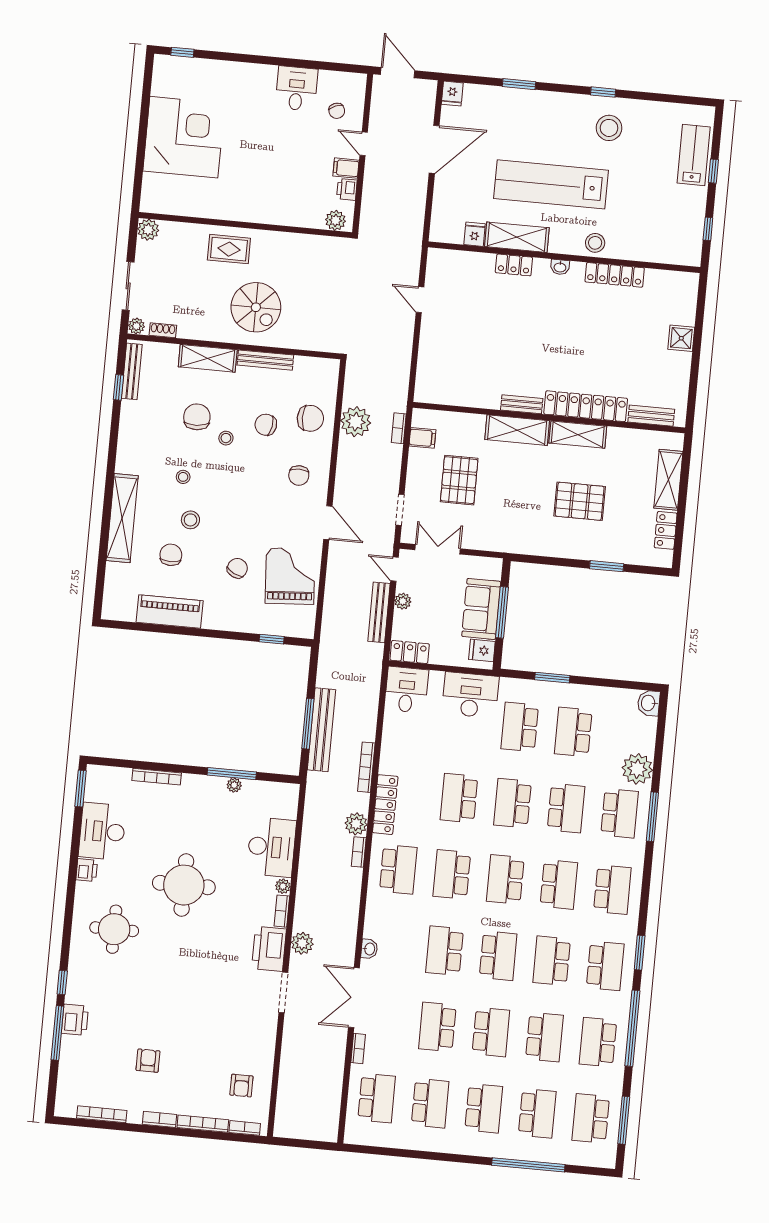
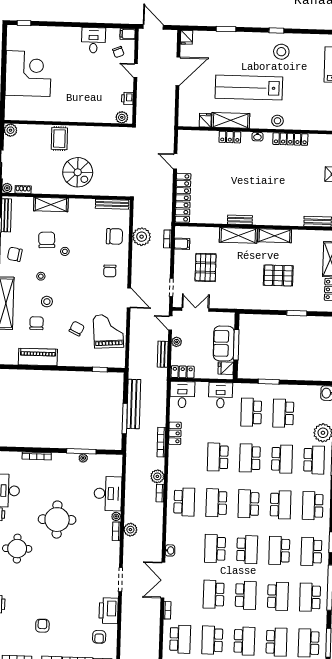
filing cabinet: (346, 168) -> (128, 34), moved
rug: (229, 249) -> (59, 139), turned 90
bench: (265, 360) -> (112, 204), moved
locker: (586, 406) -> (183, 198), moved, turned 90
chair: (266, 425) -> (15, 254), moved
bench: (379, 612) -> (163, 354), width x0.73
desk: (470, 695) -> (221, 395), width x0.73
bench: (322, 730) -> (134, 404), moved
locker: (385, 805) -> (175, 433), moved, width x0.66
school desk: (612, 890) -> (313, 506), turned 180
plant: (302, 943) -> (130, 530), moved
printer: (269, 949) -> (109, 611), moved
school desk: (605, 966) -> (311, 551), turned 180
school desk: (430, 1103) -> (212, 640), turned 180

